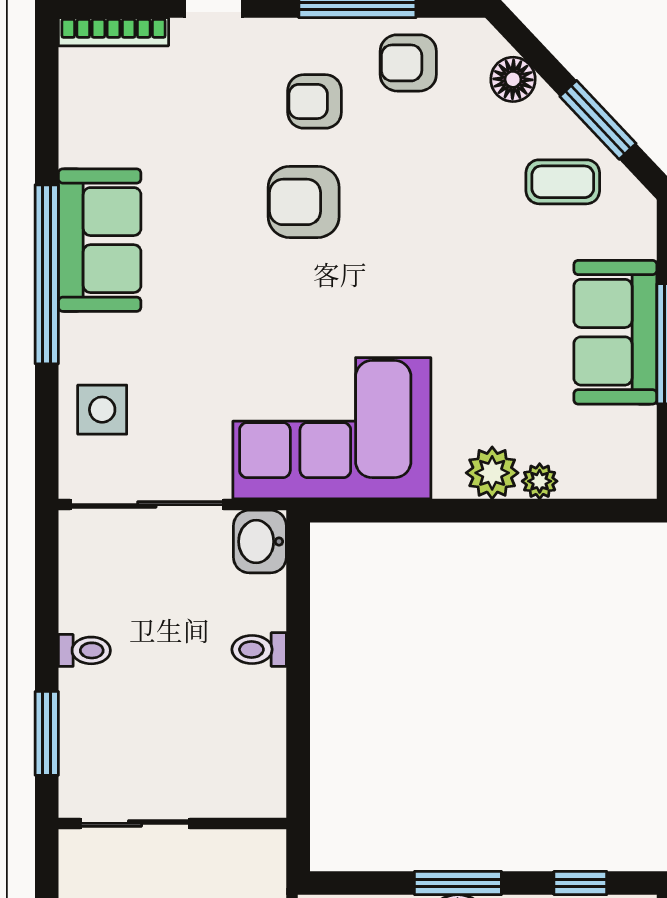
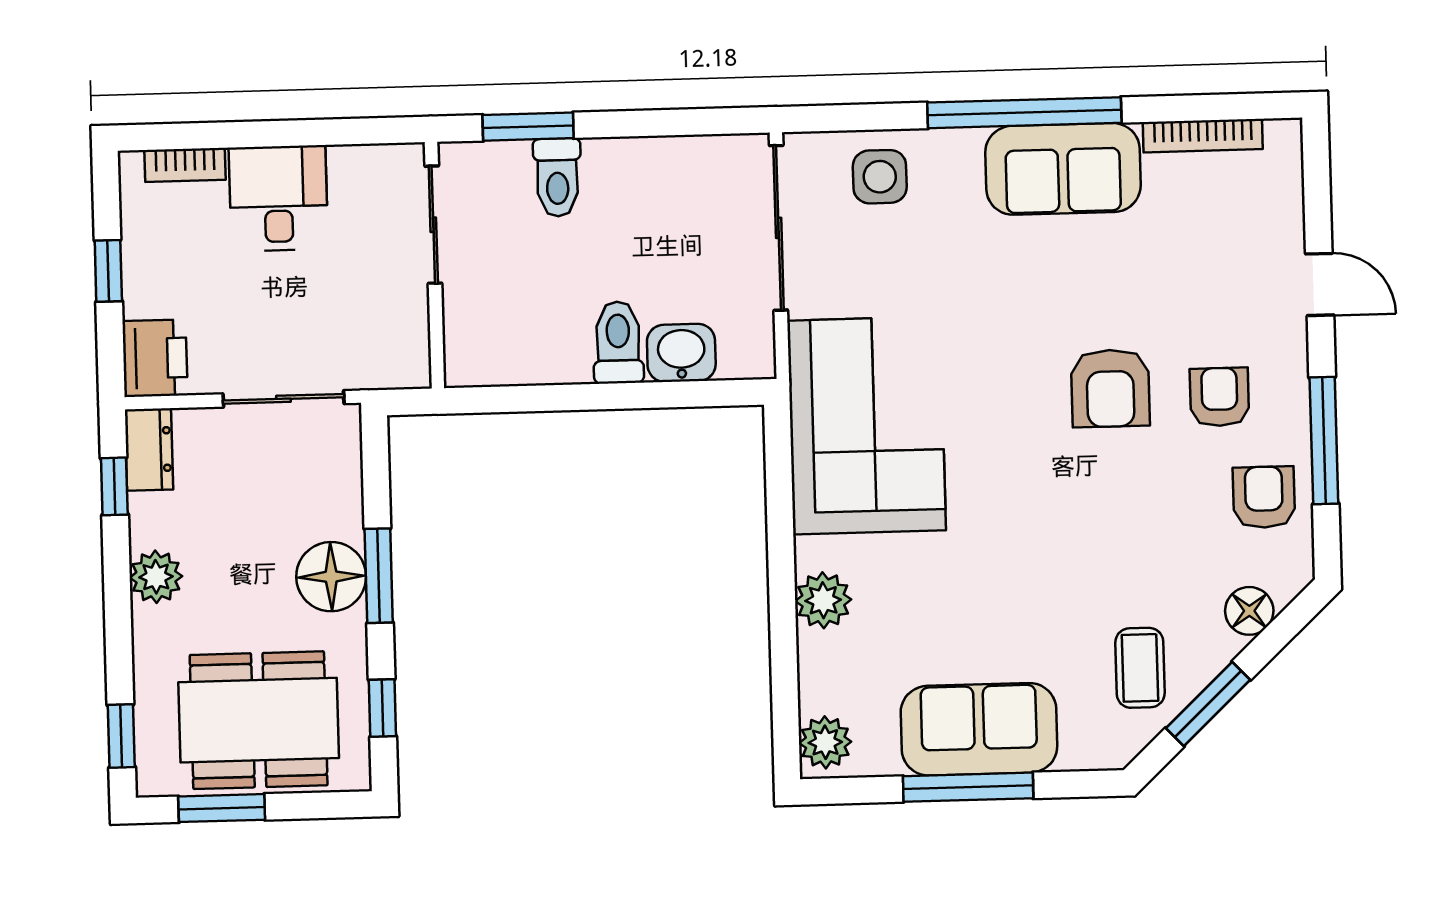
bookcase: (114, 32) -> (1203, 136), moved, turned -90
armchair: (304, 202) -> (1110, 388), turned 180
plant: (540, 481) -> (825, 742), moved, width x1.38, depth x1.38
washbasin: (260, 542) -> (681, 353), moved
toilet: (259, 649) -> (618, 342), width x1.37, depth x1.39
toilet: (84, 650) -> (557, 177), moved, width x1.37, depth x1.39

